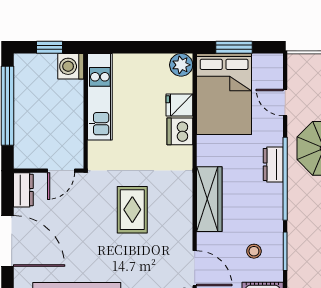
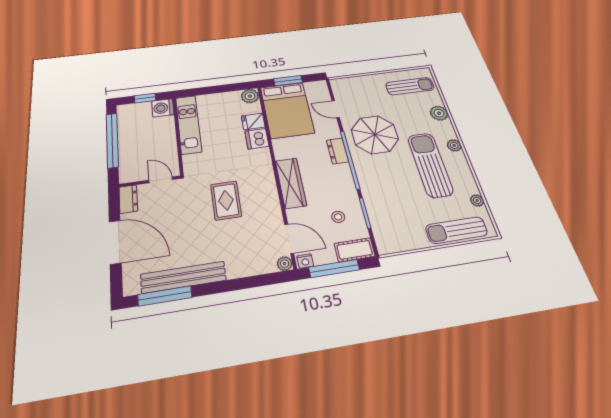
door: (61, 171) -> (161, 180), swing flipped

